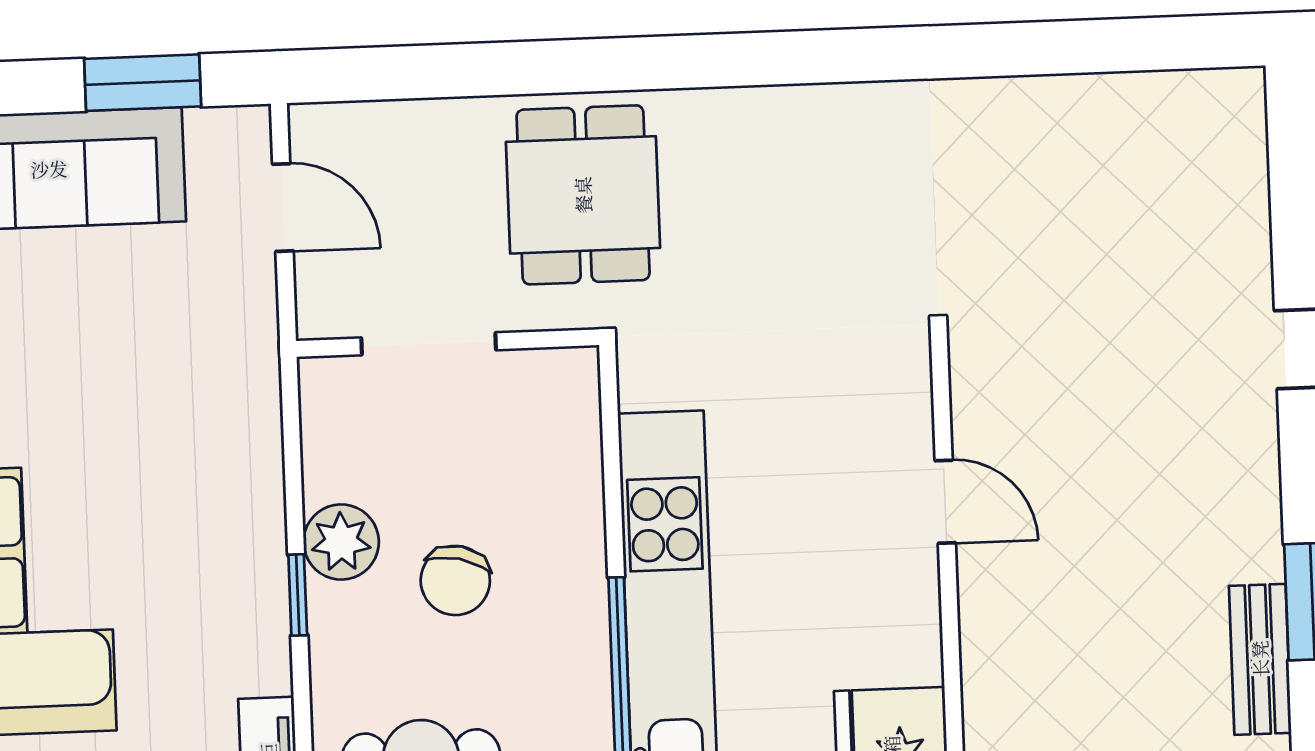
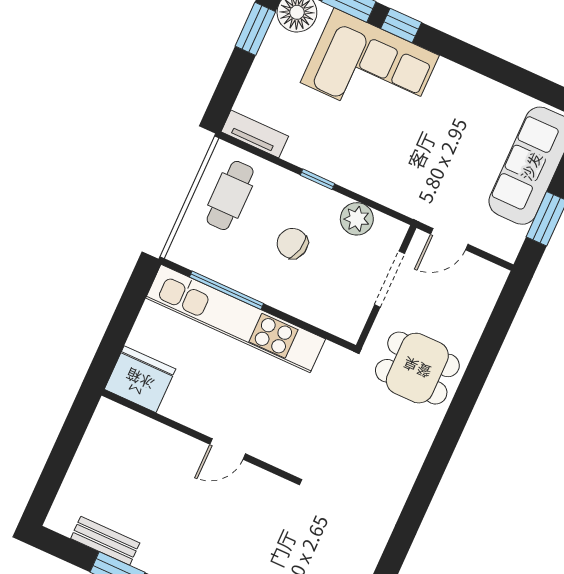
door: (283, 208) -> (449, 239), moved
plant: (341, 542) -> (357, 219), moved

